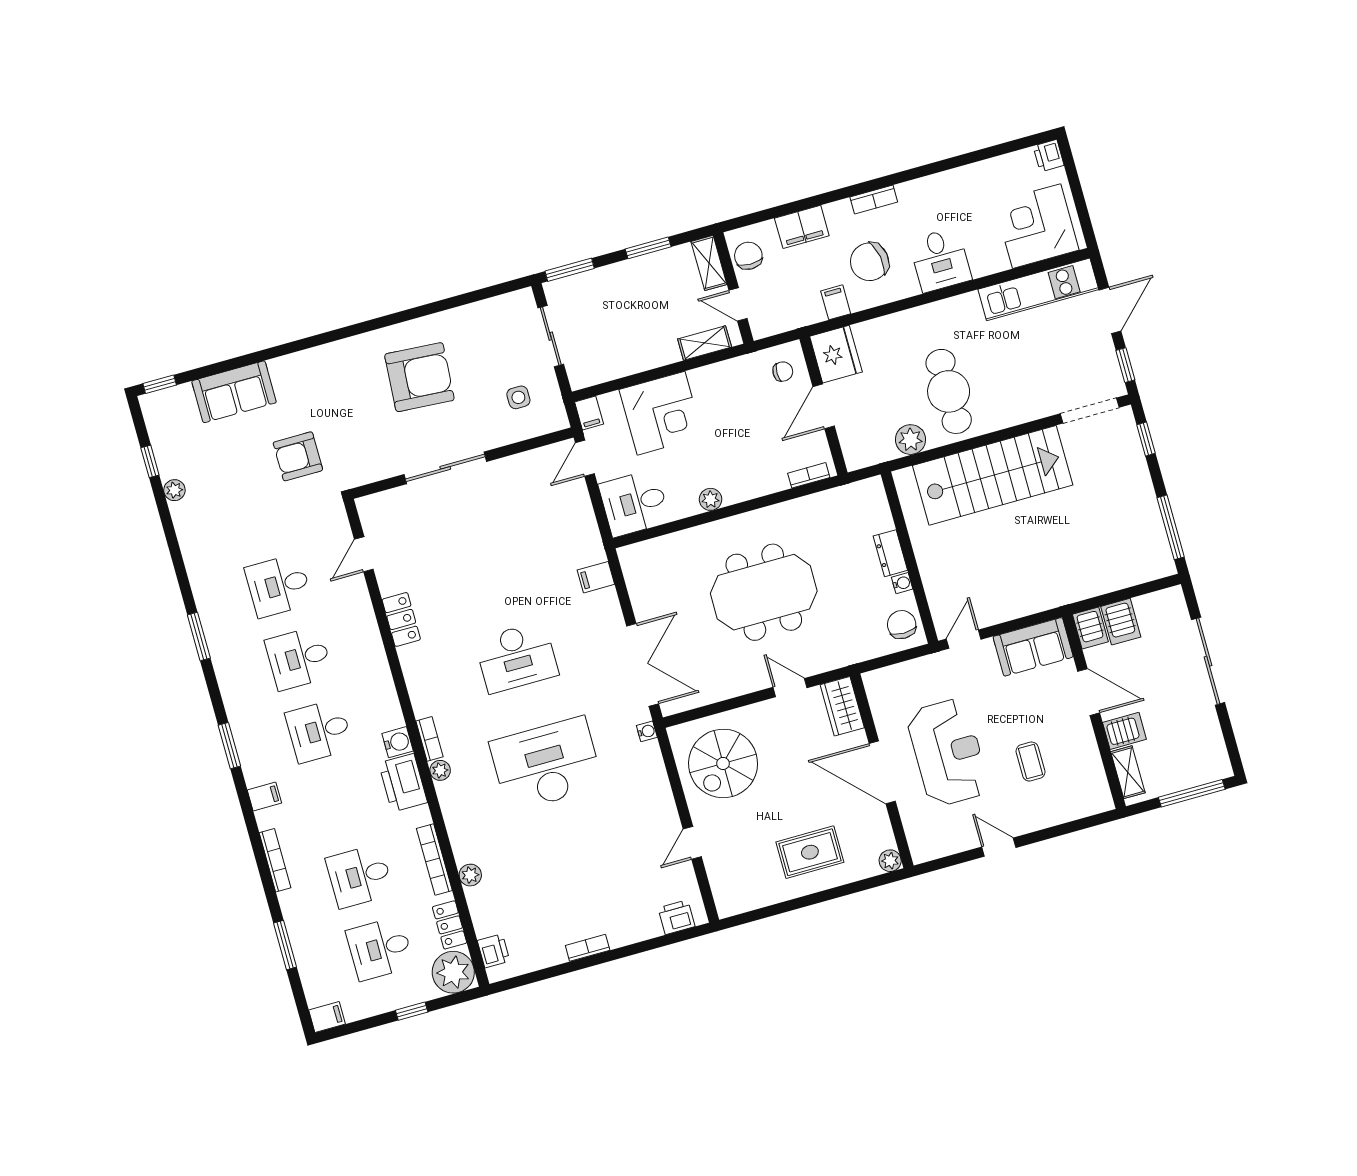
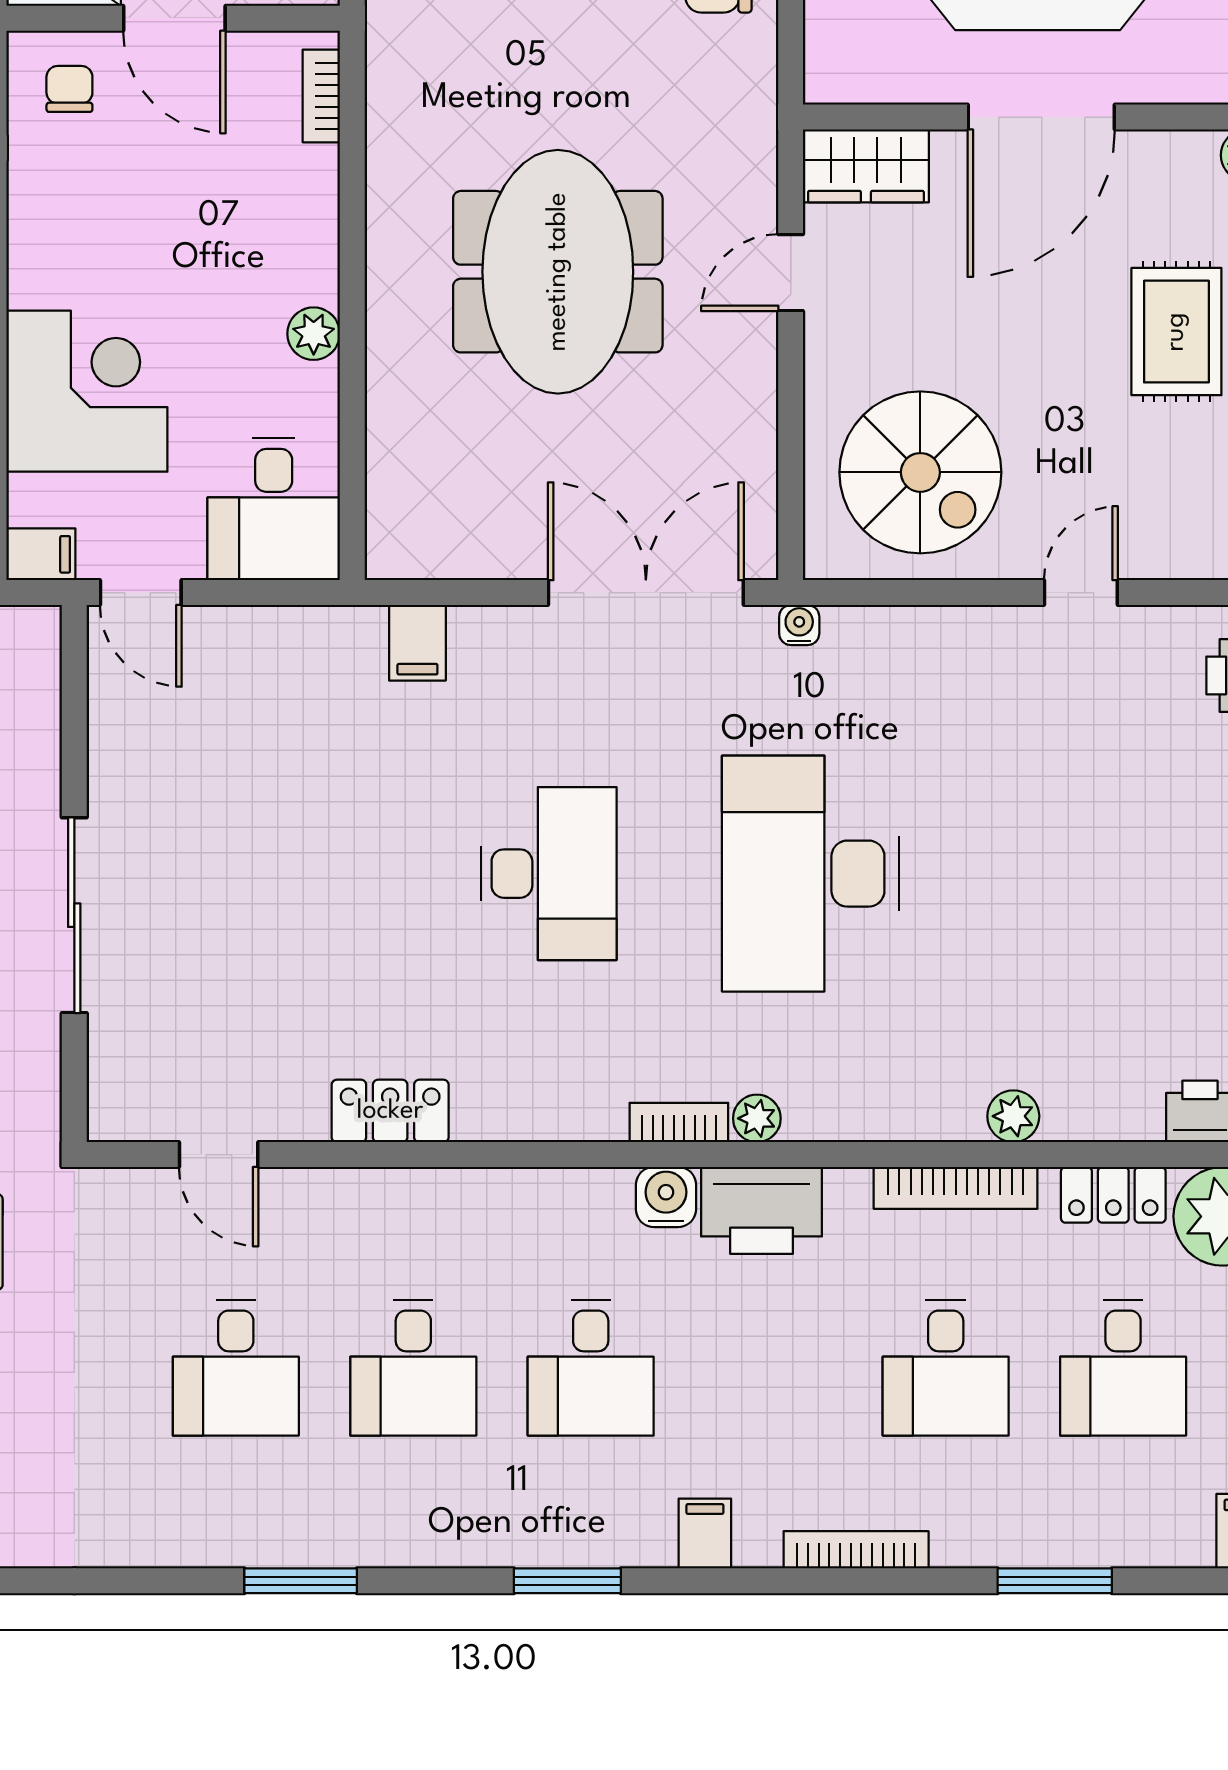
door: (692, 843) -> (1081, 593), swing flipped

